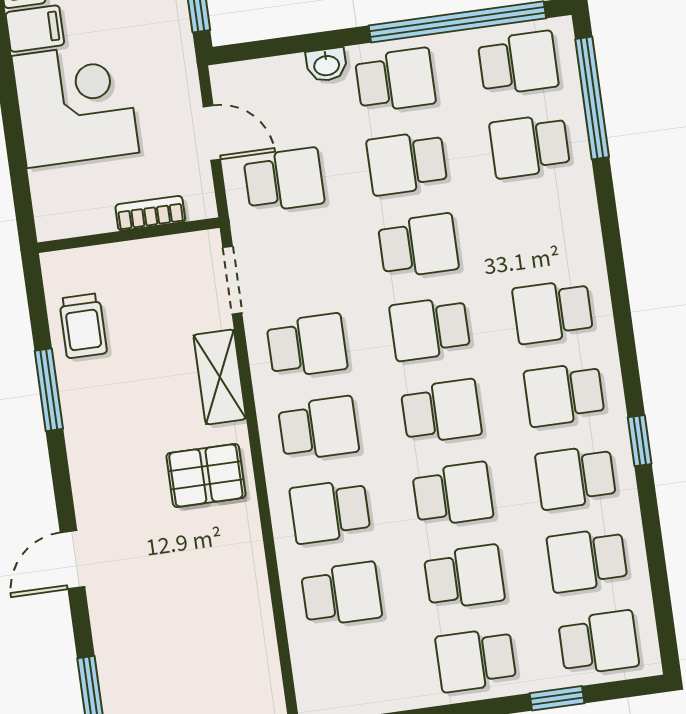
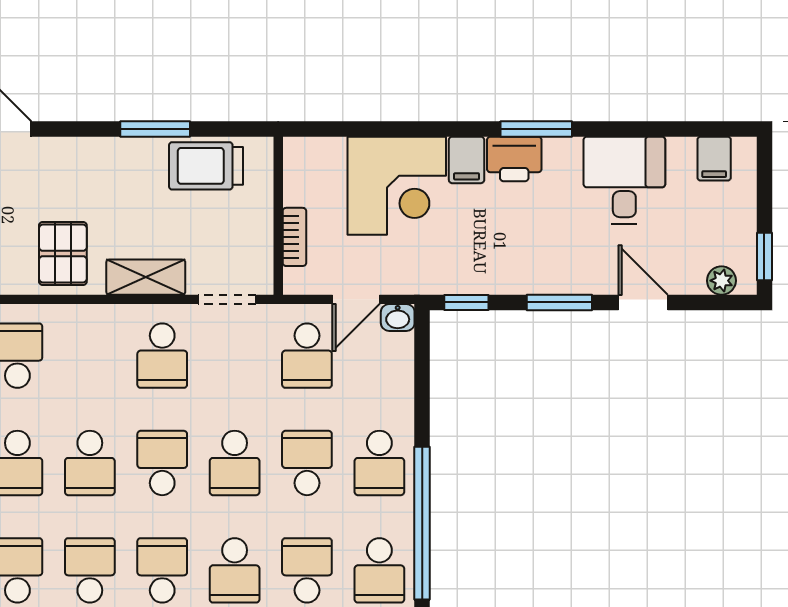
washbasin: (326, 65) -> (398, 317), moved, turned -90
trolley: (83, 326) -> (206, 166), width x1.36, depth x1.39
school desk: (318, 428) -> (235, 570), moved

